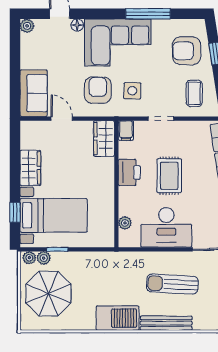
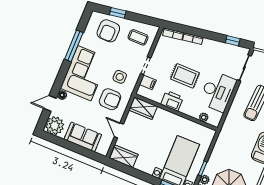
plant: (27, 26) -> (55, 126), width x1.88, depth x1.88
armchair: (98, 90) -> (110, 99), turned 180
sofa: (34, 93) -> (83, 137), moved
door: (62, 119) -> (119, 130), hinge flipped
filing cabinet: (126, 131) -> (148, 82), moved
wardrobe: (30, 168) -> (124, 156), moved

